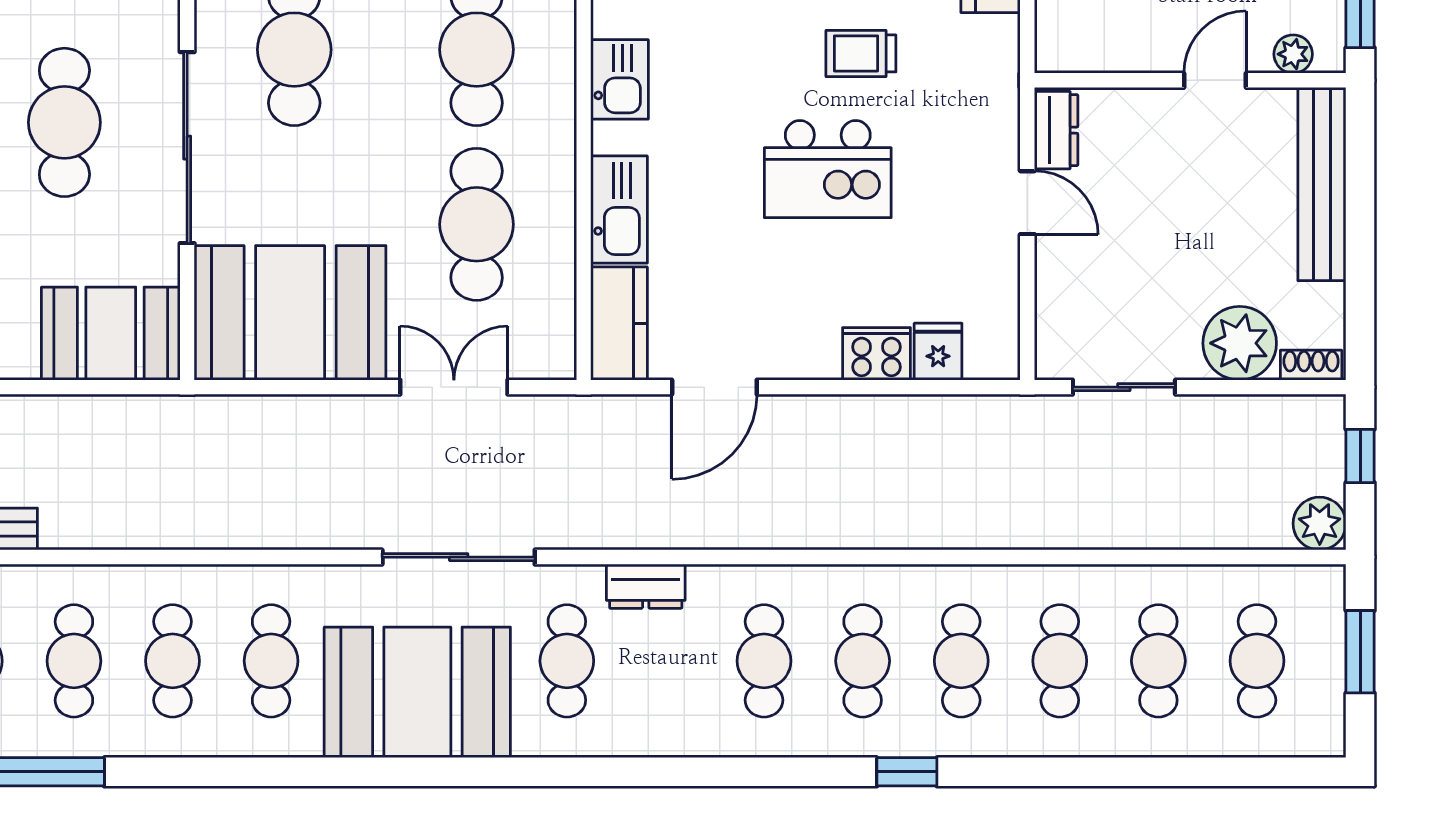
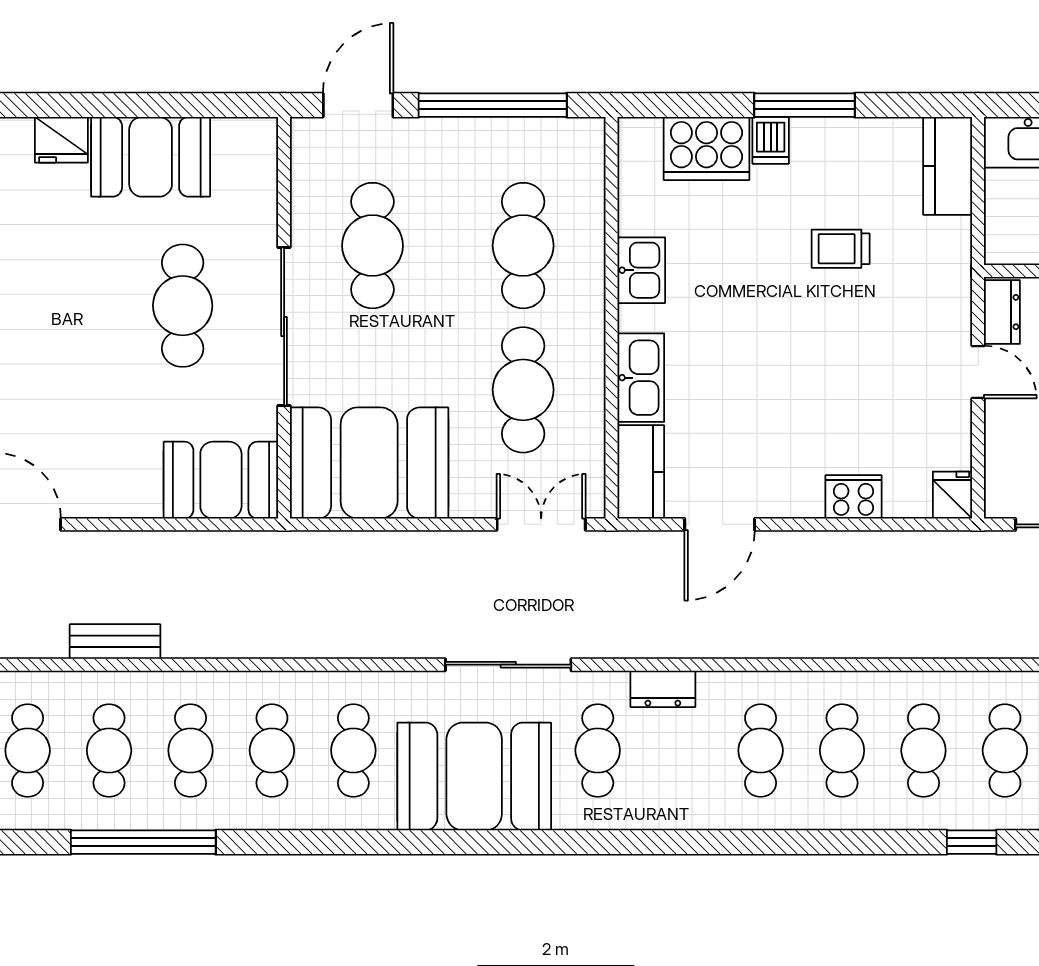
kitchen island: (828, 169) -> (813, 344), removed
fridge: (938, 352) -> (953, 495), moved
double door: (454, 387) -> (541, 524), moved
window: (907, 772) -> (972, 842), moved

